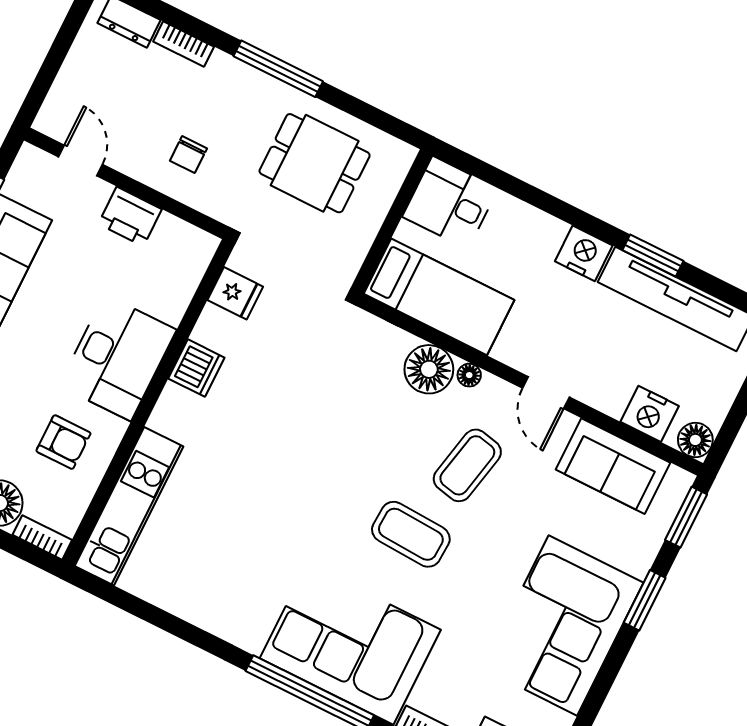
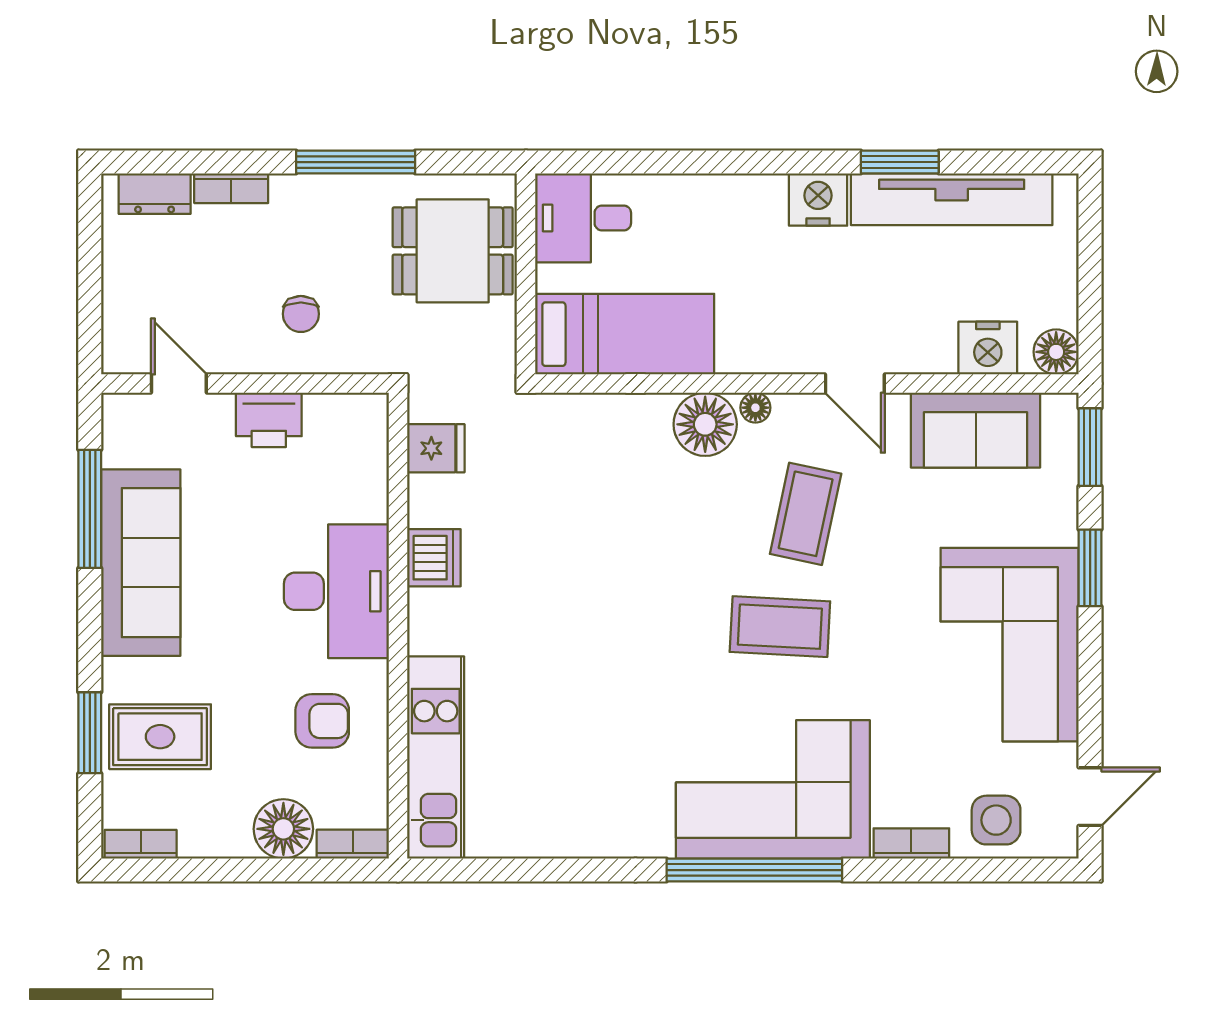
desk: (450, 203) -> (583, 218), moved
wall: (392, 222) -> (526, 274), moved
bed: (439, 297) -> (625, 334), moved

